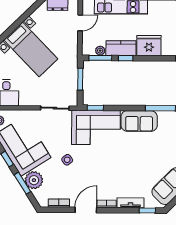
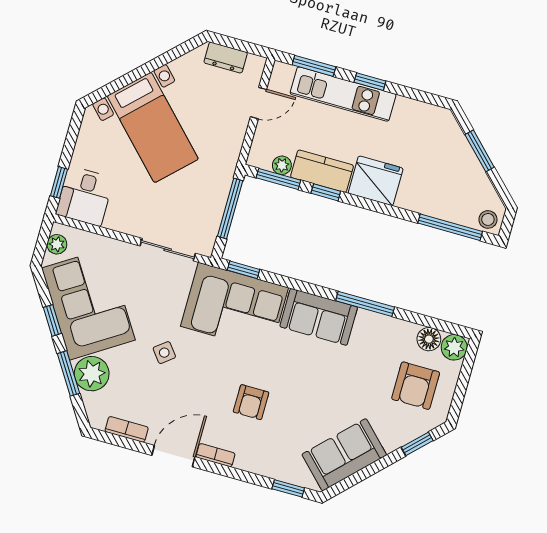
window: (80, 79) -> (230, 208), width x1.44
armchair: (117, 173) -> (251, 402), added
tv unit: (131, 203) -> (261, 465), removed

